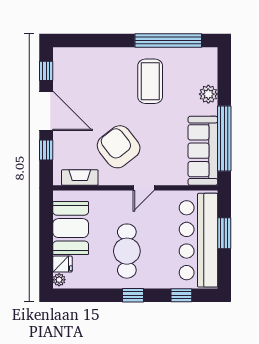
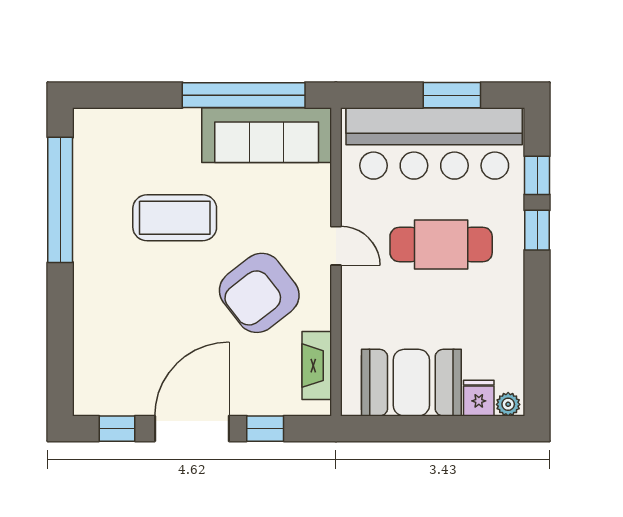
coffee table: (150, 81) -> (175, 218), moved
plant: (208, 94) -> (161, 125), removed
window: (224, 233) -> (452, 95), moved
cafe table: (127, 251) -> (441, 245), moved
window: (133, 295) -> (537, 230), moved

